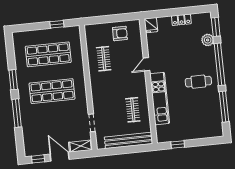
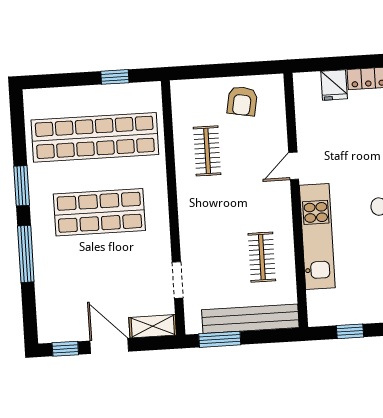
fridge: (151, 25) -> (334, 85), moved
armchair: (120, 33) -> (242, 101), turned 100
shop shelf: (48, 54) -> (95, 137), width x1.40
window: (114, 151) -> (220, 339), added

